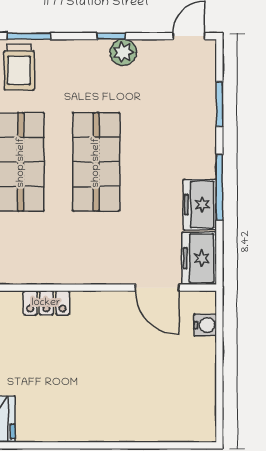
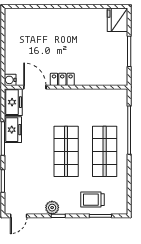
trolley: (19, 67) -> (92, 200), moved, turned -90
locker: (46, 303) -> (62, 79), moved
water cooler: (205, 325) -> (10, 80), moved

